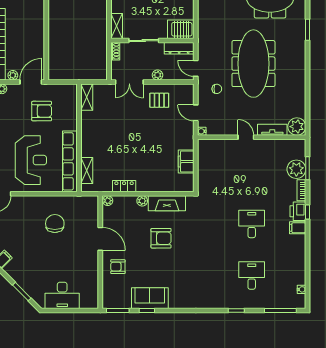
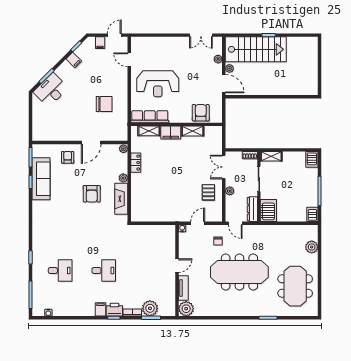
door: (196, 68) -> (235, 223), swing flipped
shelving: (87, 97) -> (193, 131), moved
armchair: (42, 111) -> (201, 113), moved, turned 180
row of seats: (70, 161) -> (150, 117), width x0.73
filing cabinet: (186, 162) -> (171, 133), moved, turned 180
desk: (62, 295) -> (51, 90), moved, turned 45
sofa: (150, 298) -> (41, 179), width x1.36

